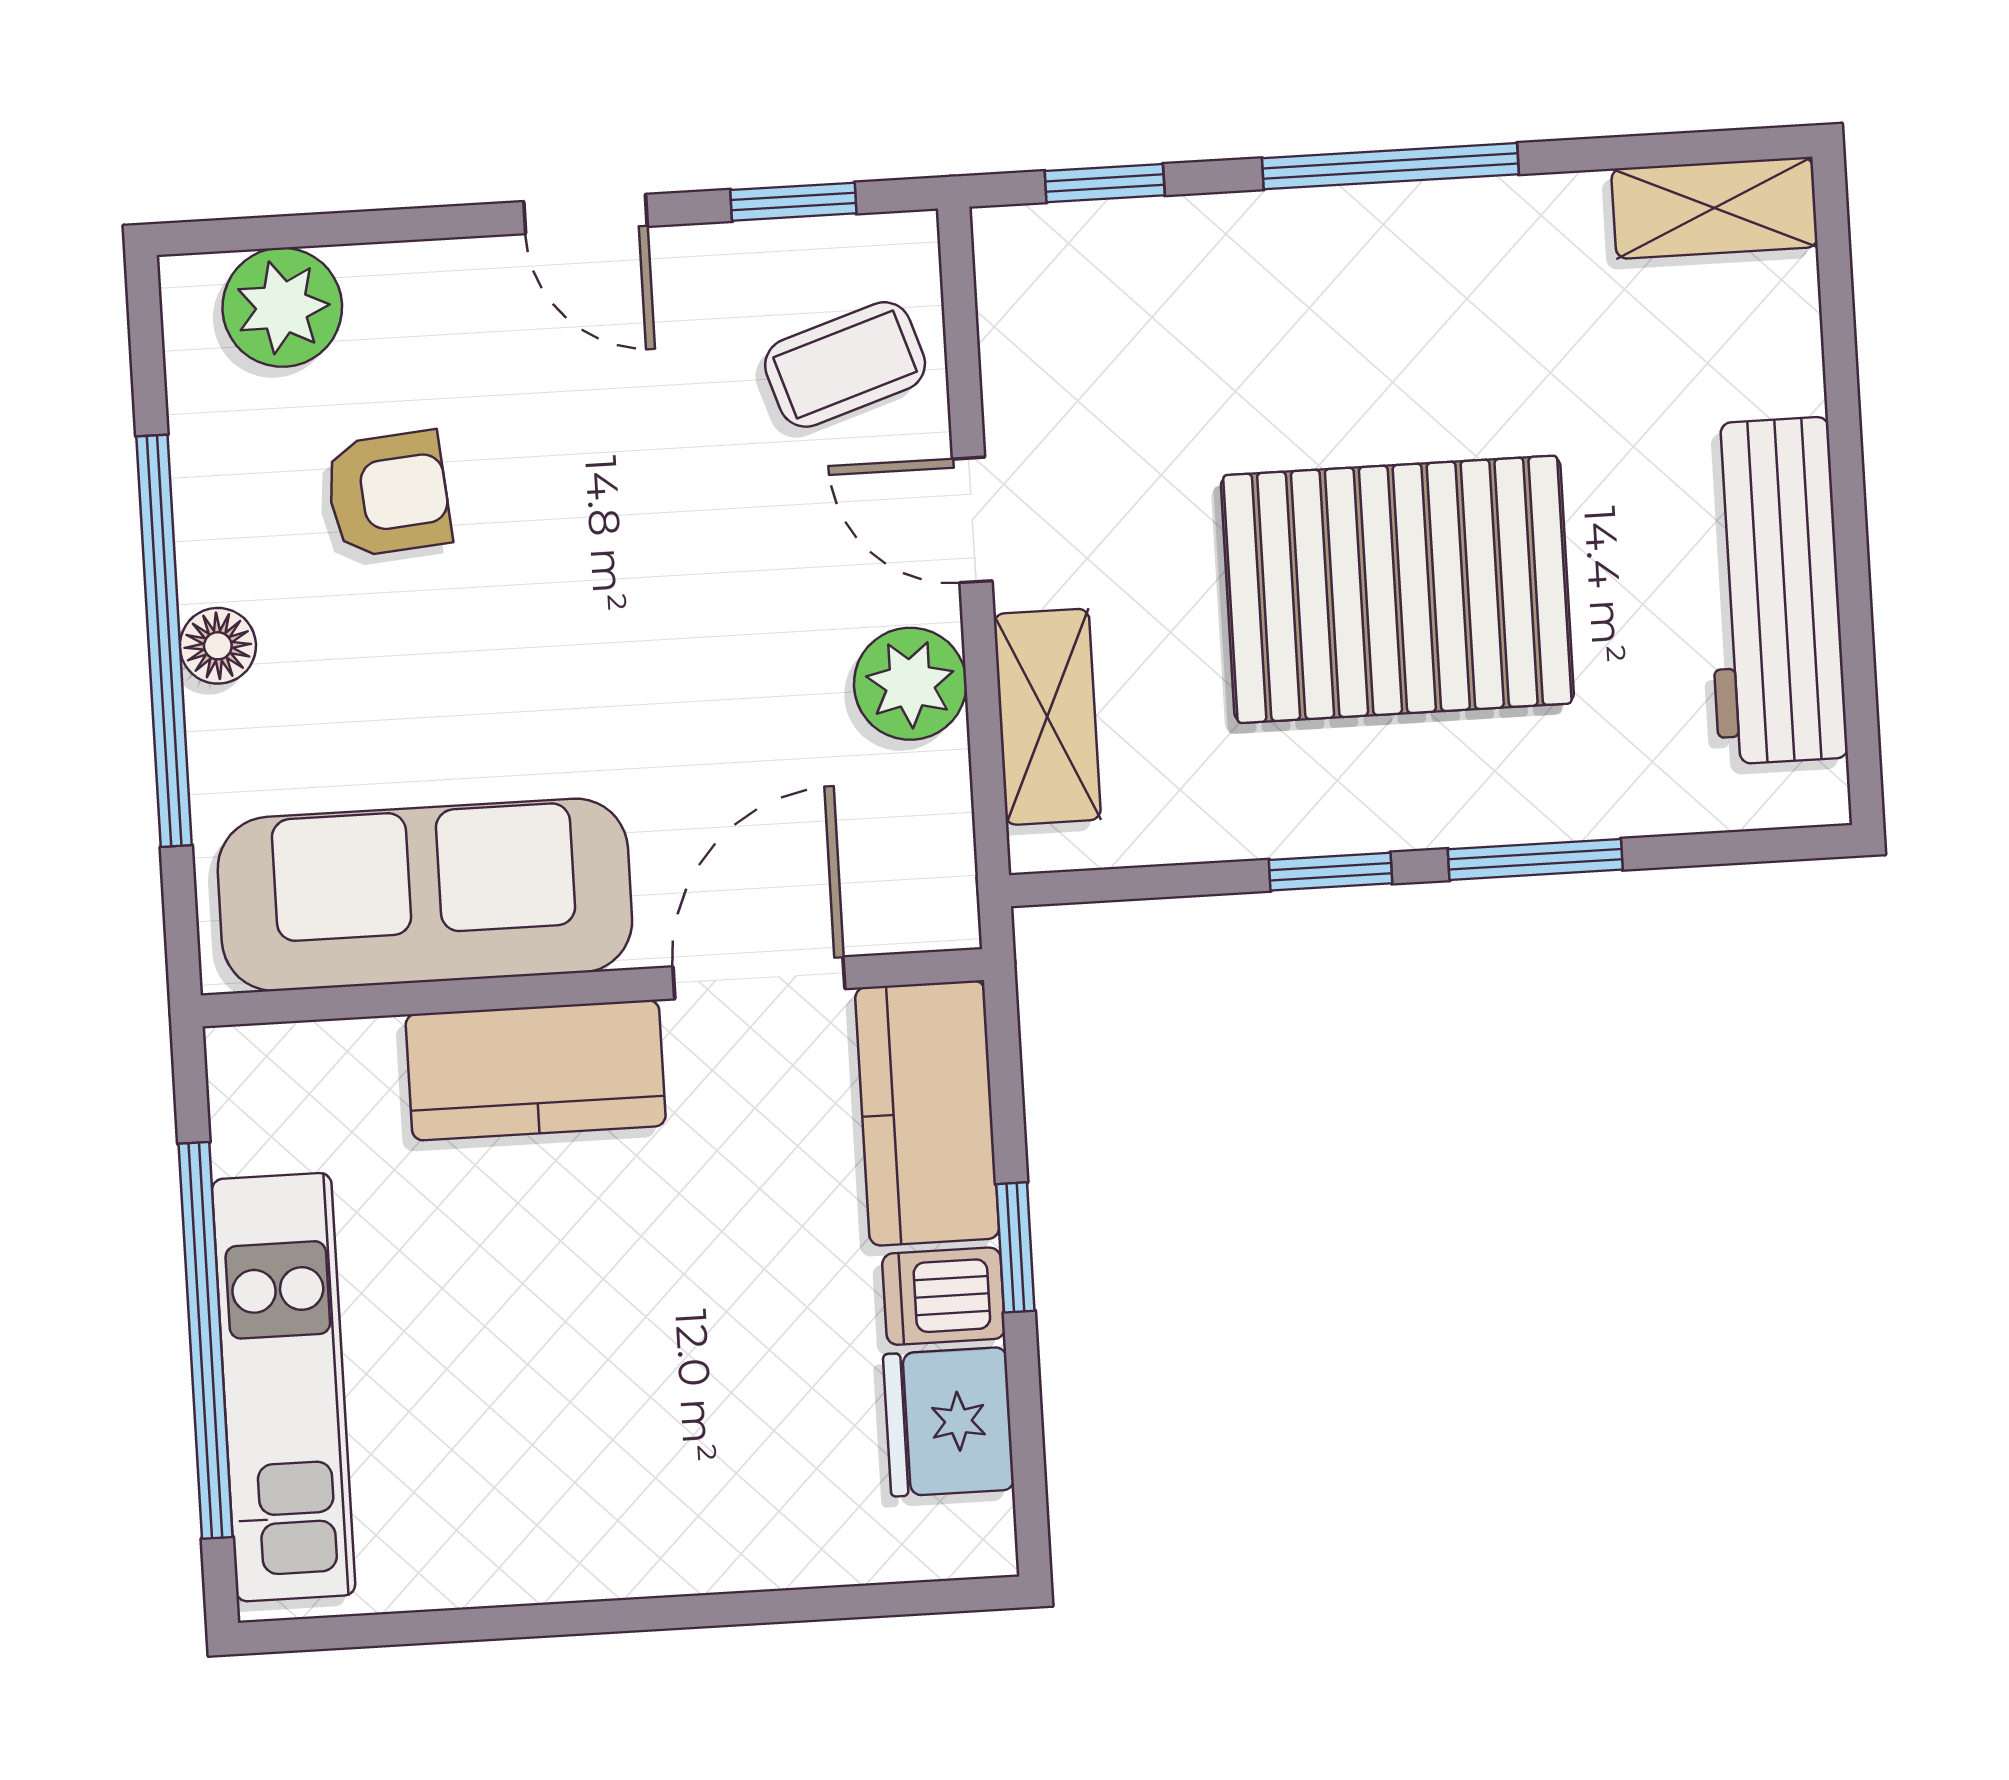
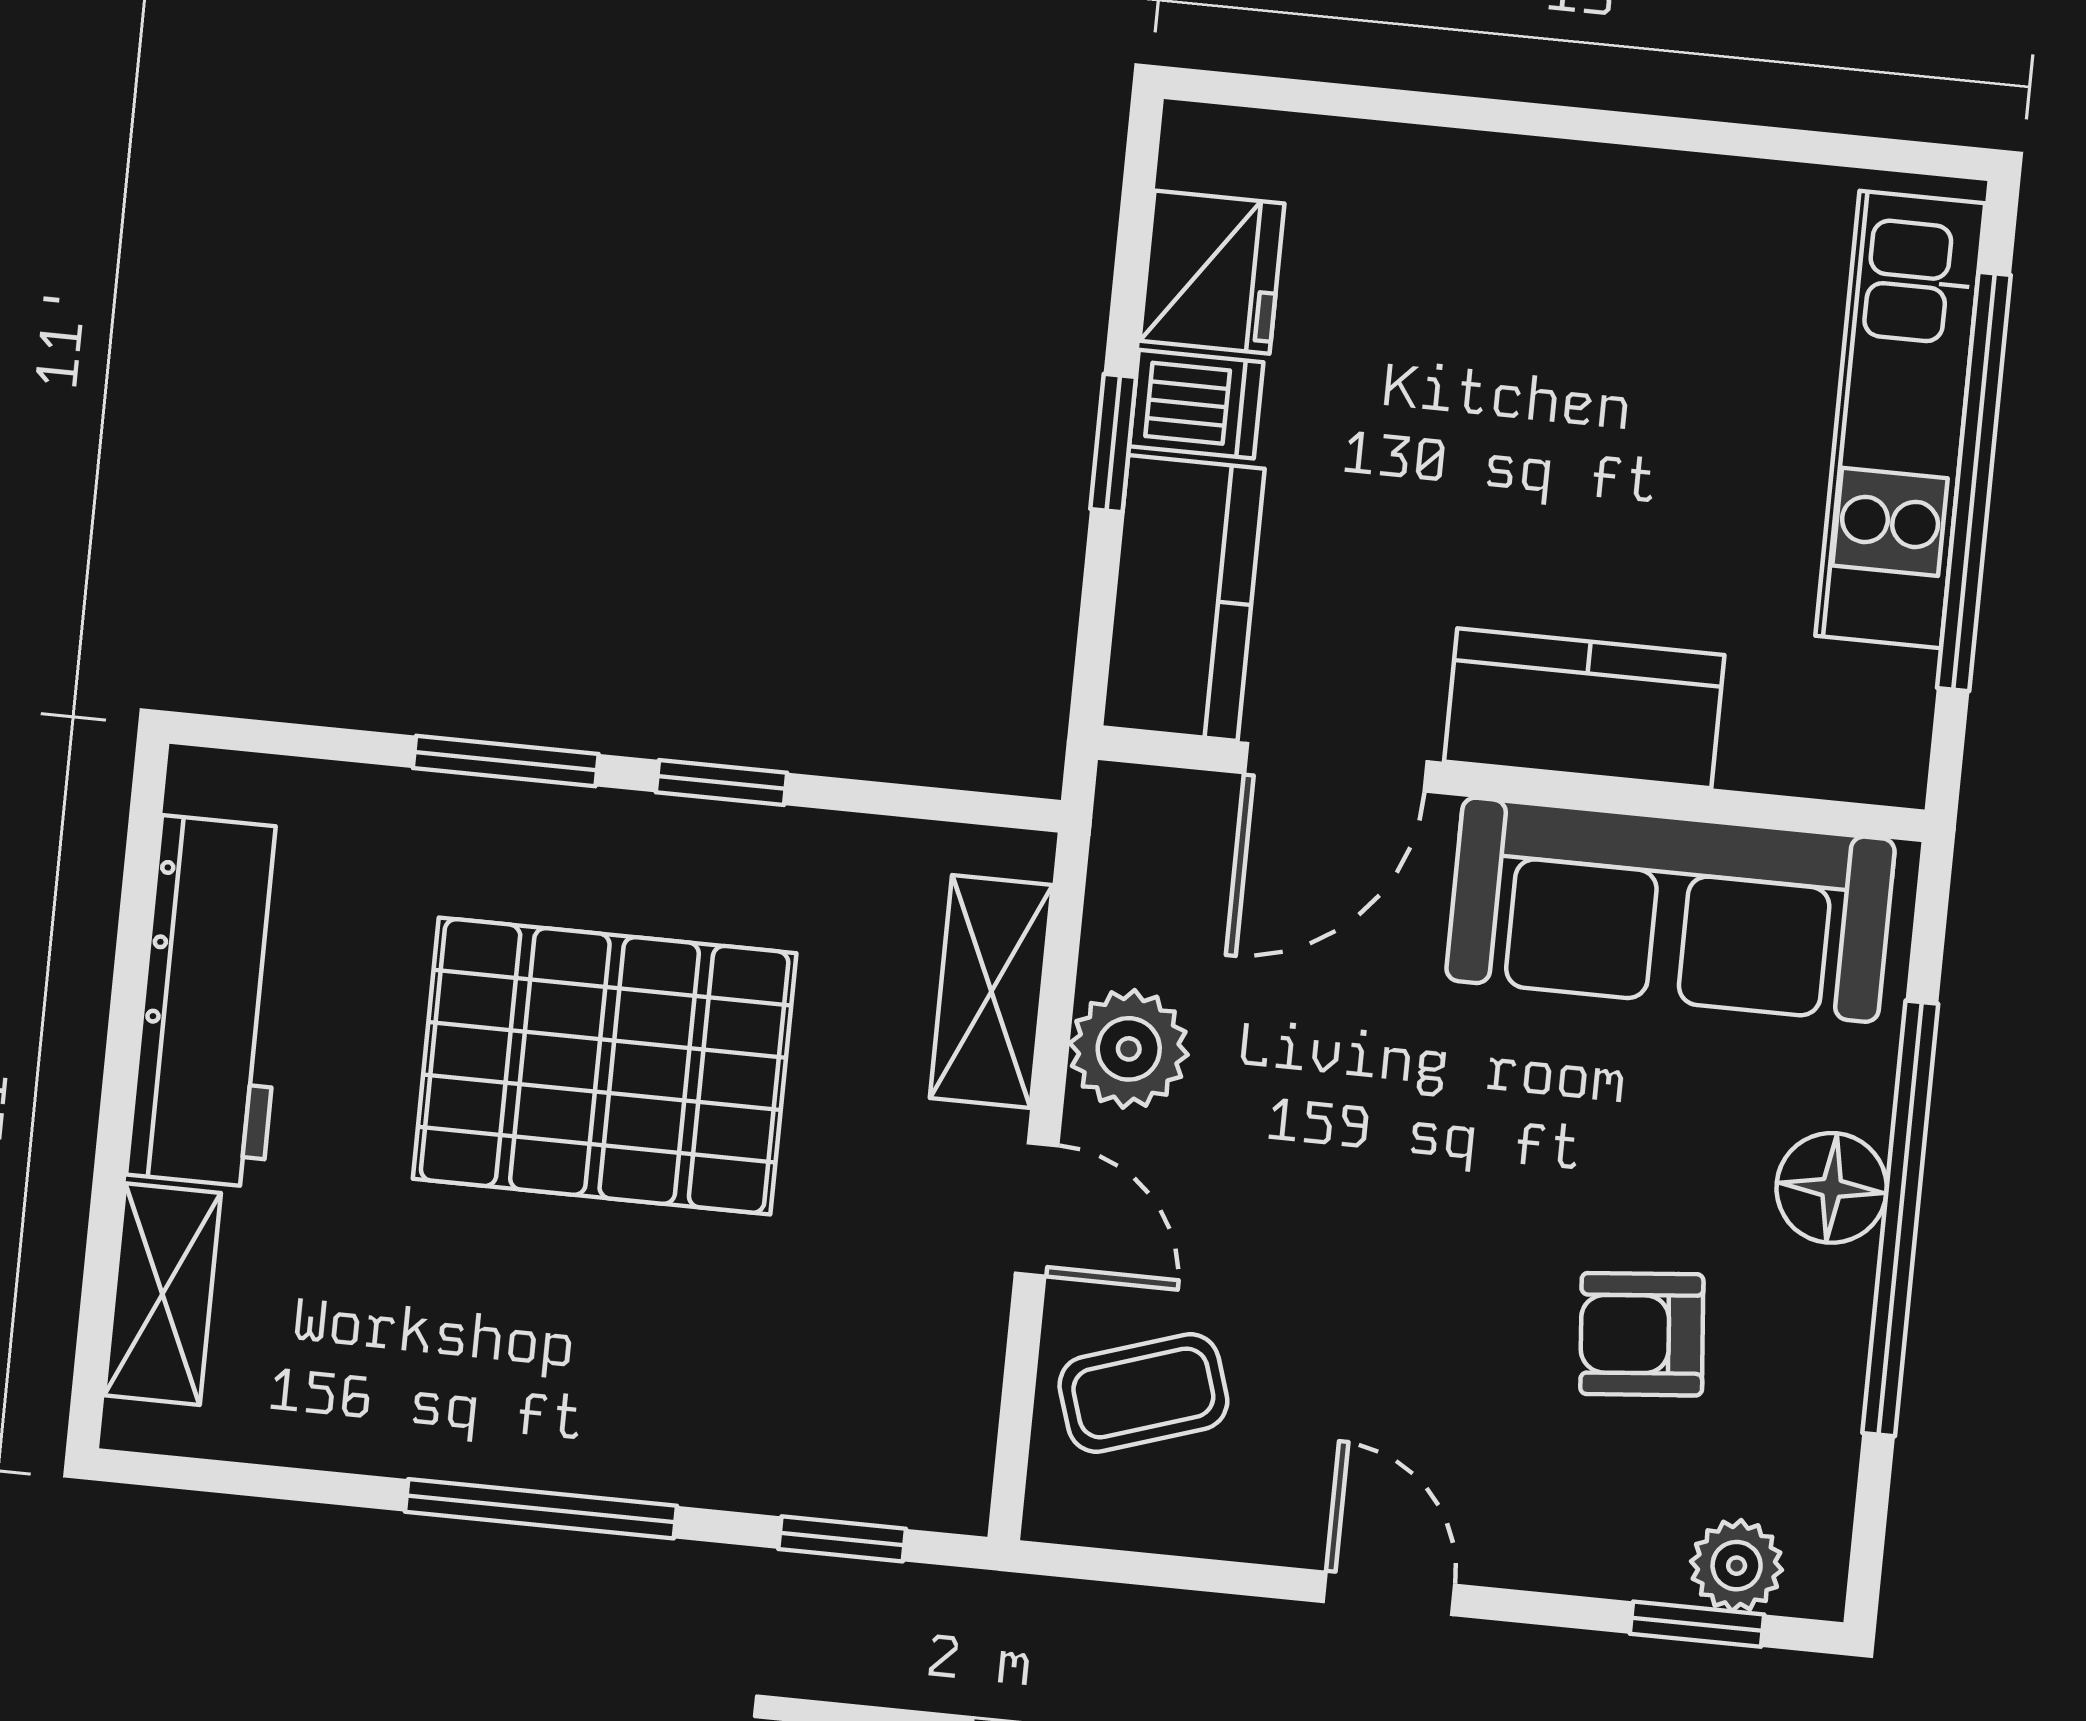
window: (793, 202) -> (1697, 1624), moved
shelving: (1715, 208) -> (163, 1294), moved, turned 90
plant: (282, 307) -> (1737, 1566), width x0.73, depth x0.73
floor lamp: (218, 646) -> (1832, 1188), width x1.37, depth x1.37

